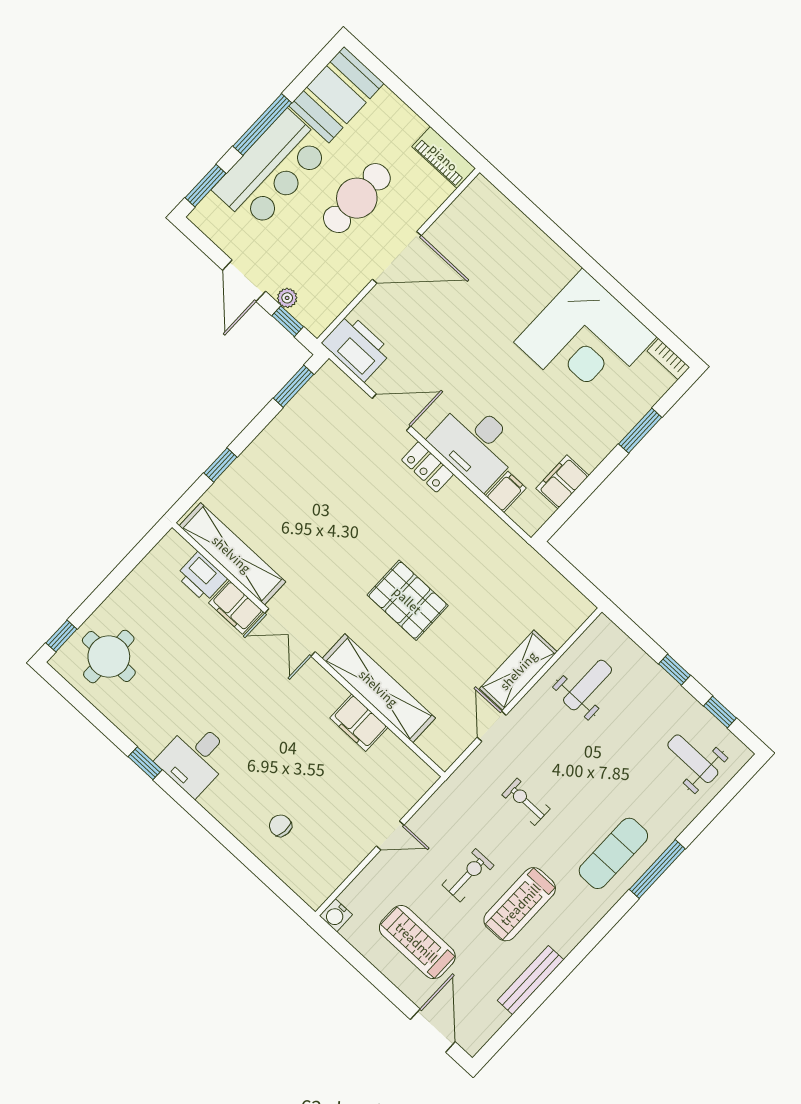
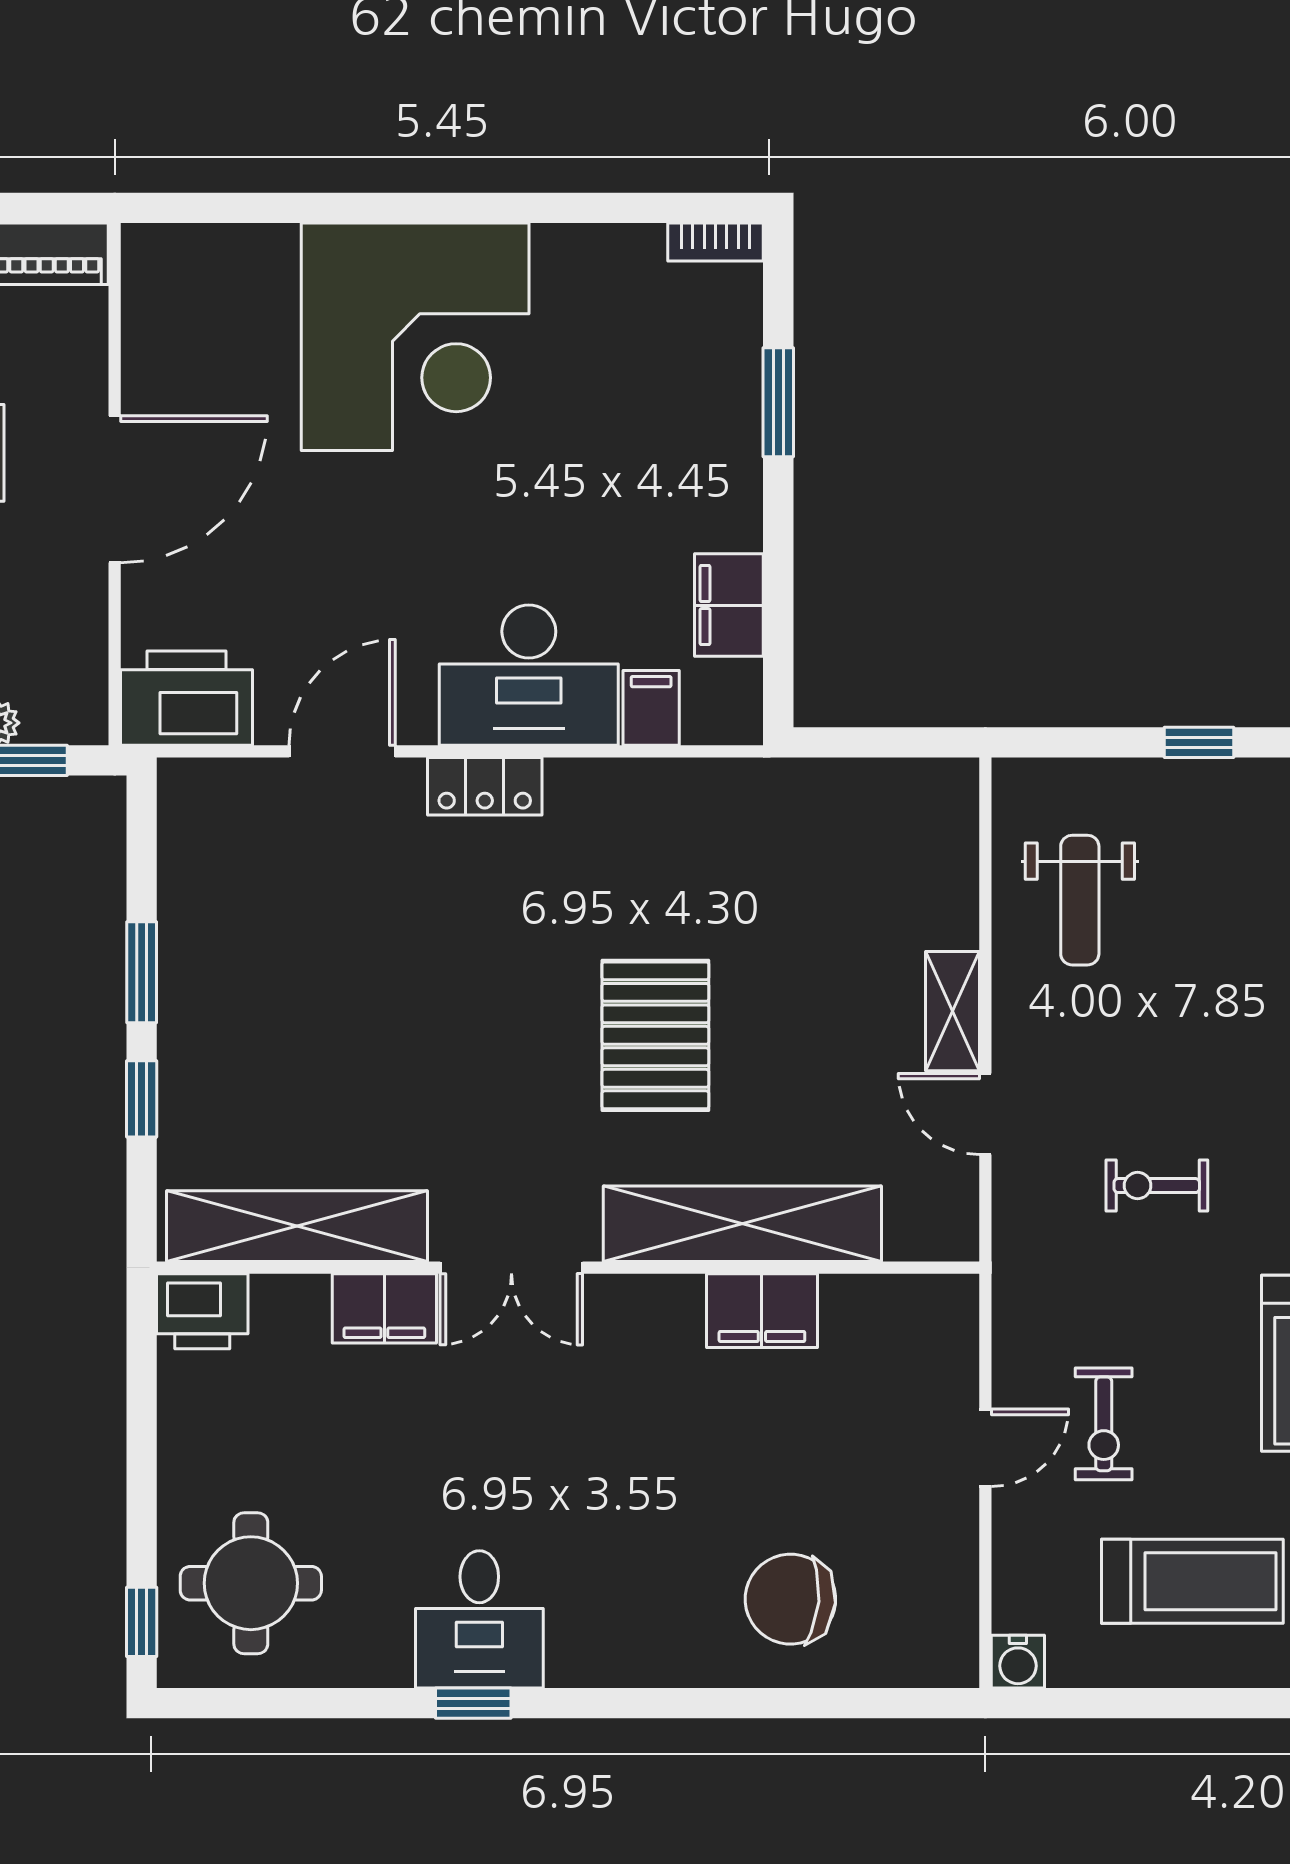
corner desk: (585, 340) -> (415, 337), moved
window: (294, 386) -> (142, 972), moved
printer: (202, 577) -> (202, 1311), moved
pallet: (408, 600) -> (655, 1035), turned 90
shelving: (518, 670) -> (953, 1011), width x0.67, depth x0.75
weight bench: (588, 685) -> (1080, 900), turned 180
desk: (195, 758) -> (479, 1619), moved
chair: (280, 826) -> (790, 1599), width x1.87, depth x1.87
exercise bike: (468, 875) -> (1104, 1424), moved, turned 180
treadmill: (417, 942) -> (1192, 1581), turned 180

